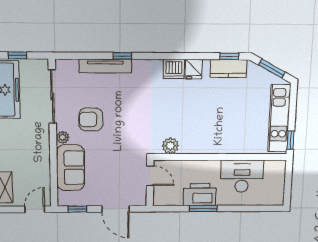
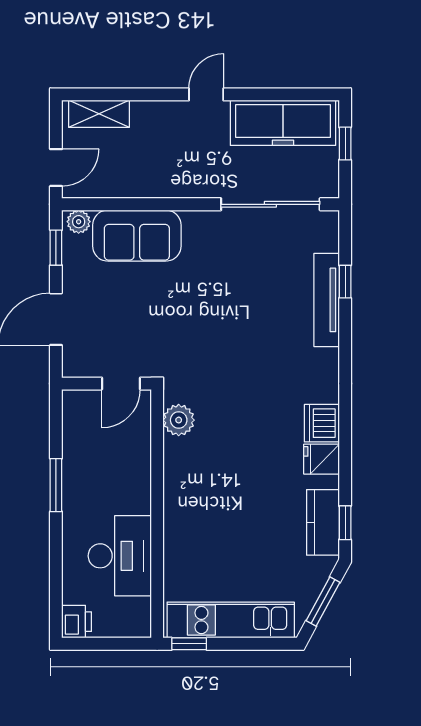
window: (122, 56) -> (345, 282), moved
armchair: (91, 119) -> (228, 274), removed
plant: (63, 137) -> (79, 222), moved
printer: (200, 195) -> (77, 622), moved, width x0.53, depth x0.68
door: (35, 209) -> (56, 168), hinge flipped

